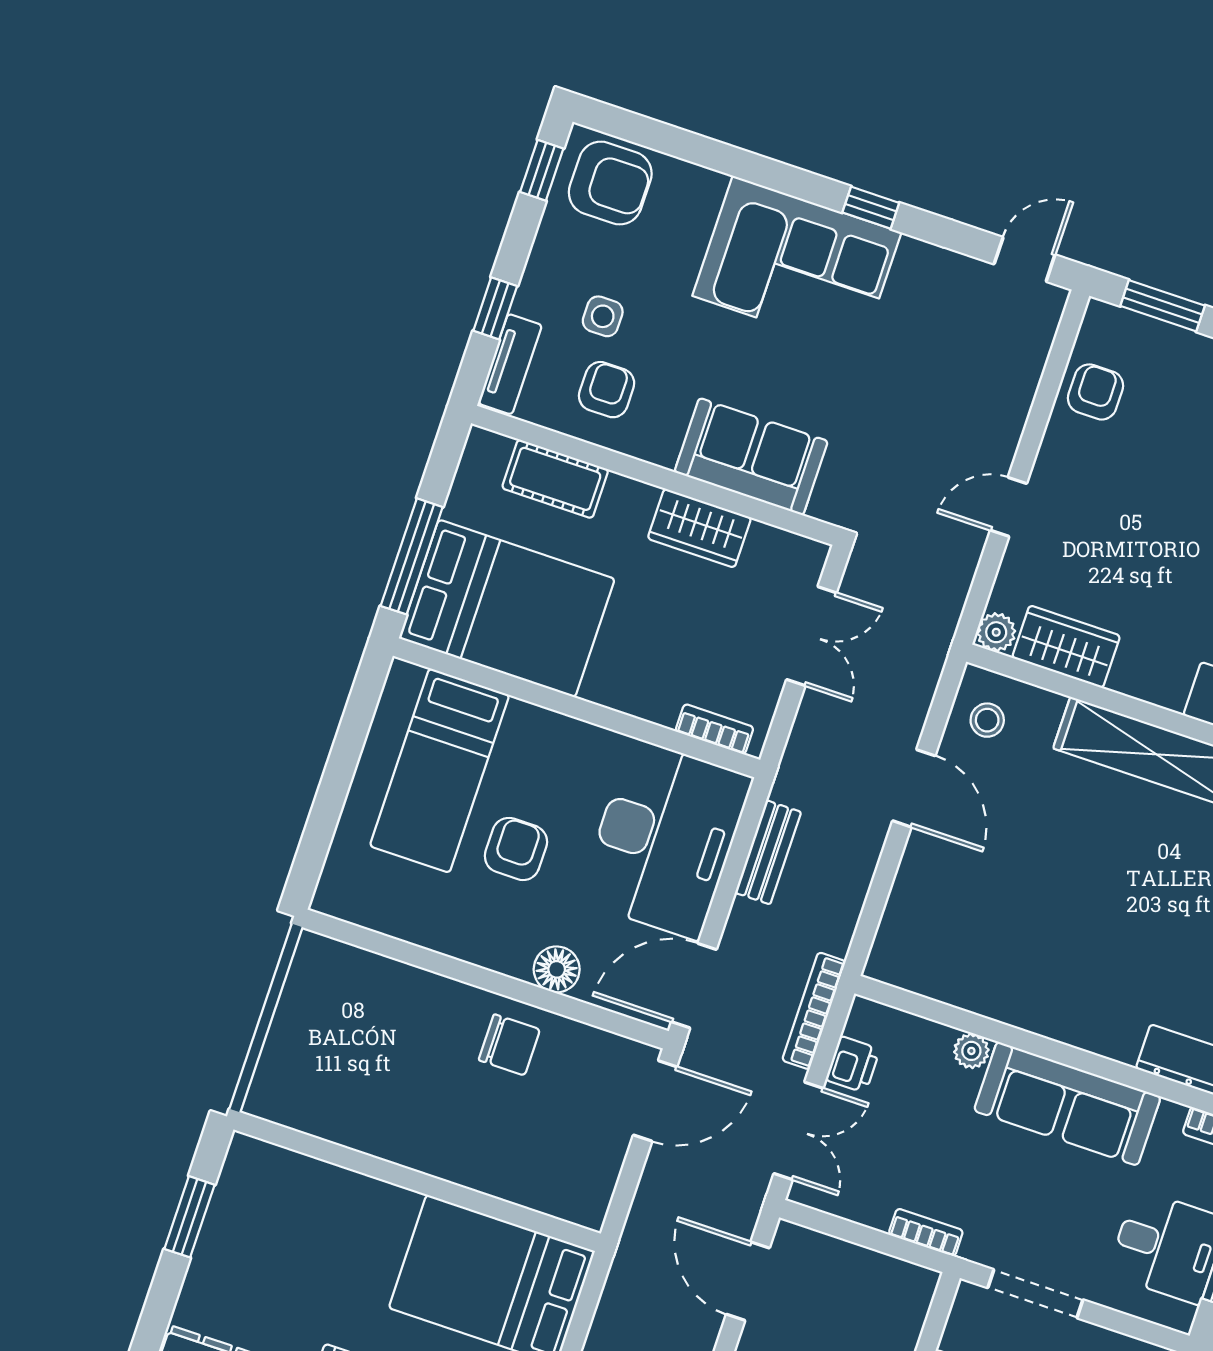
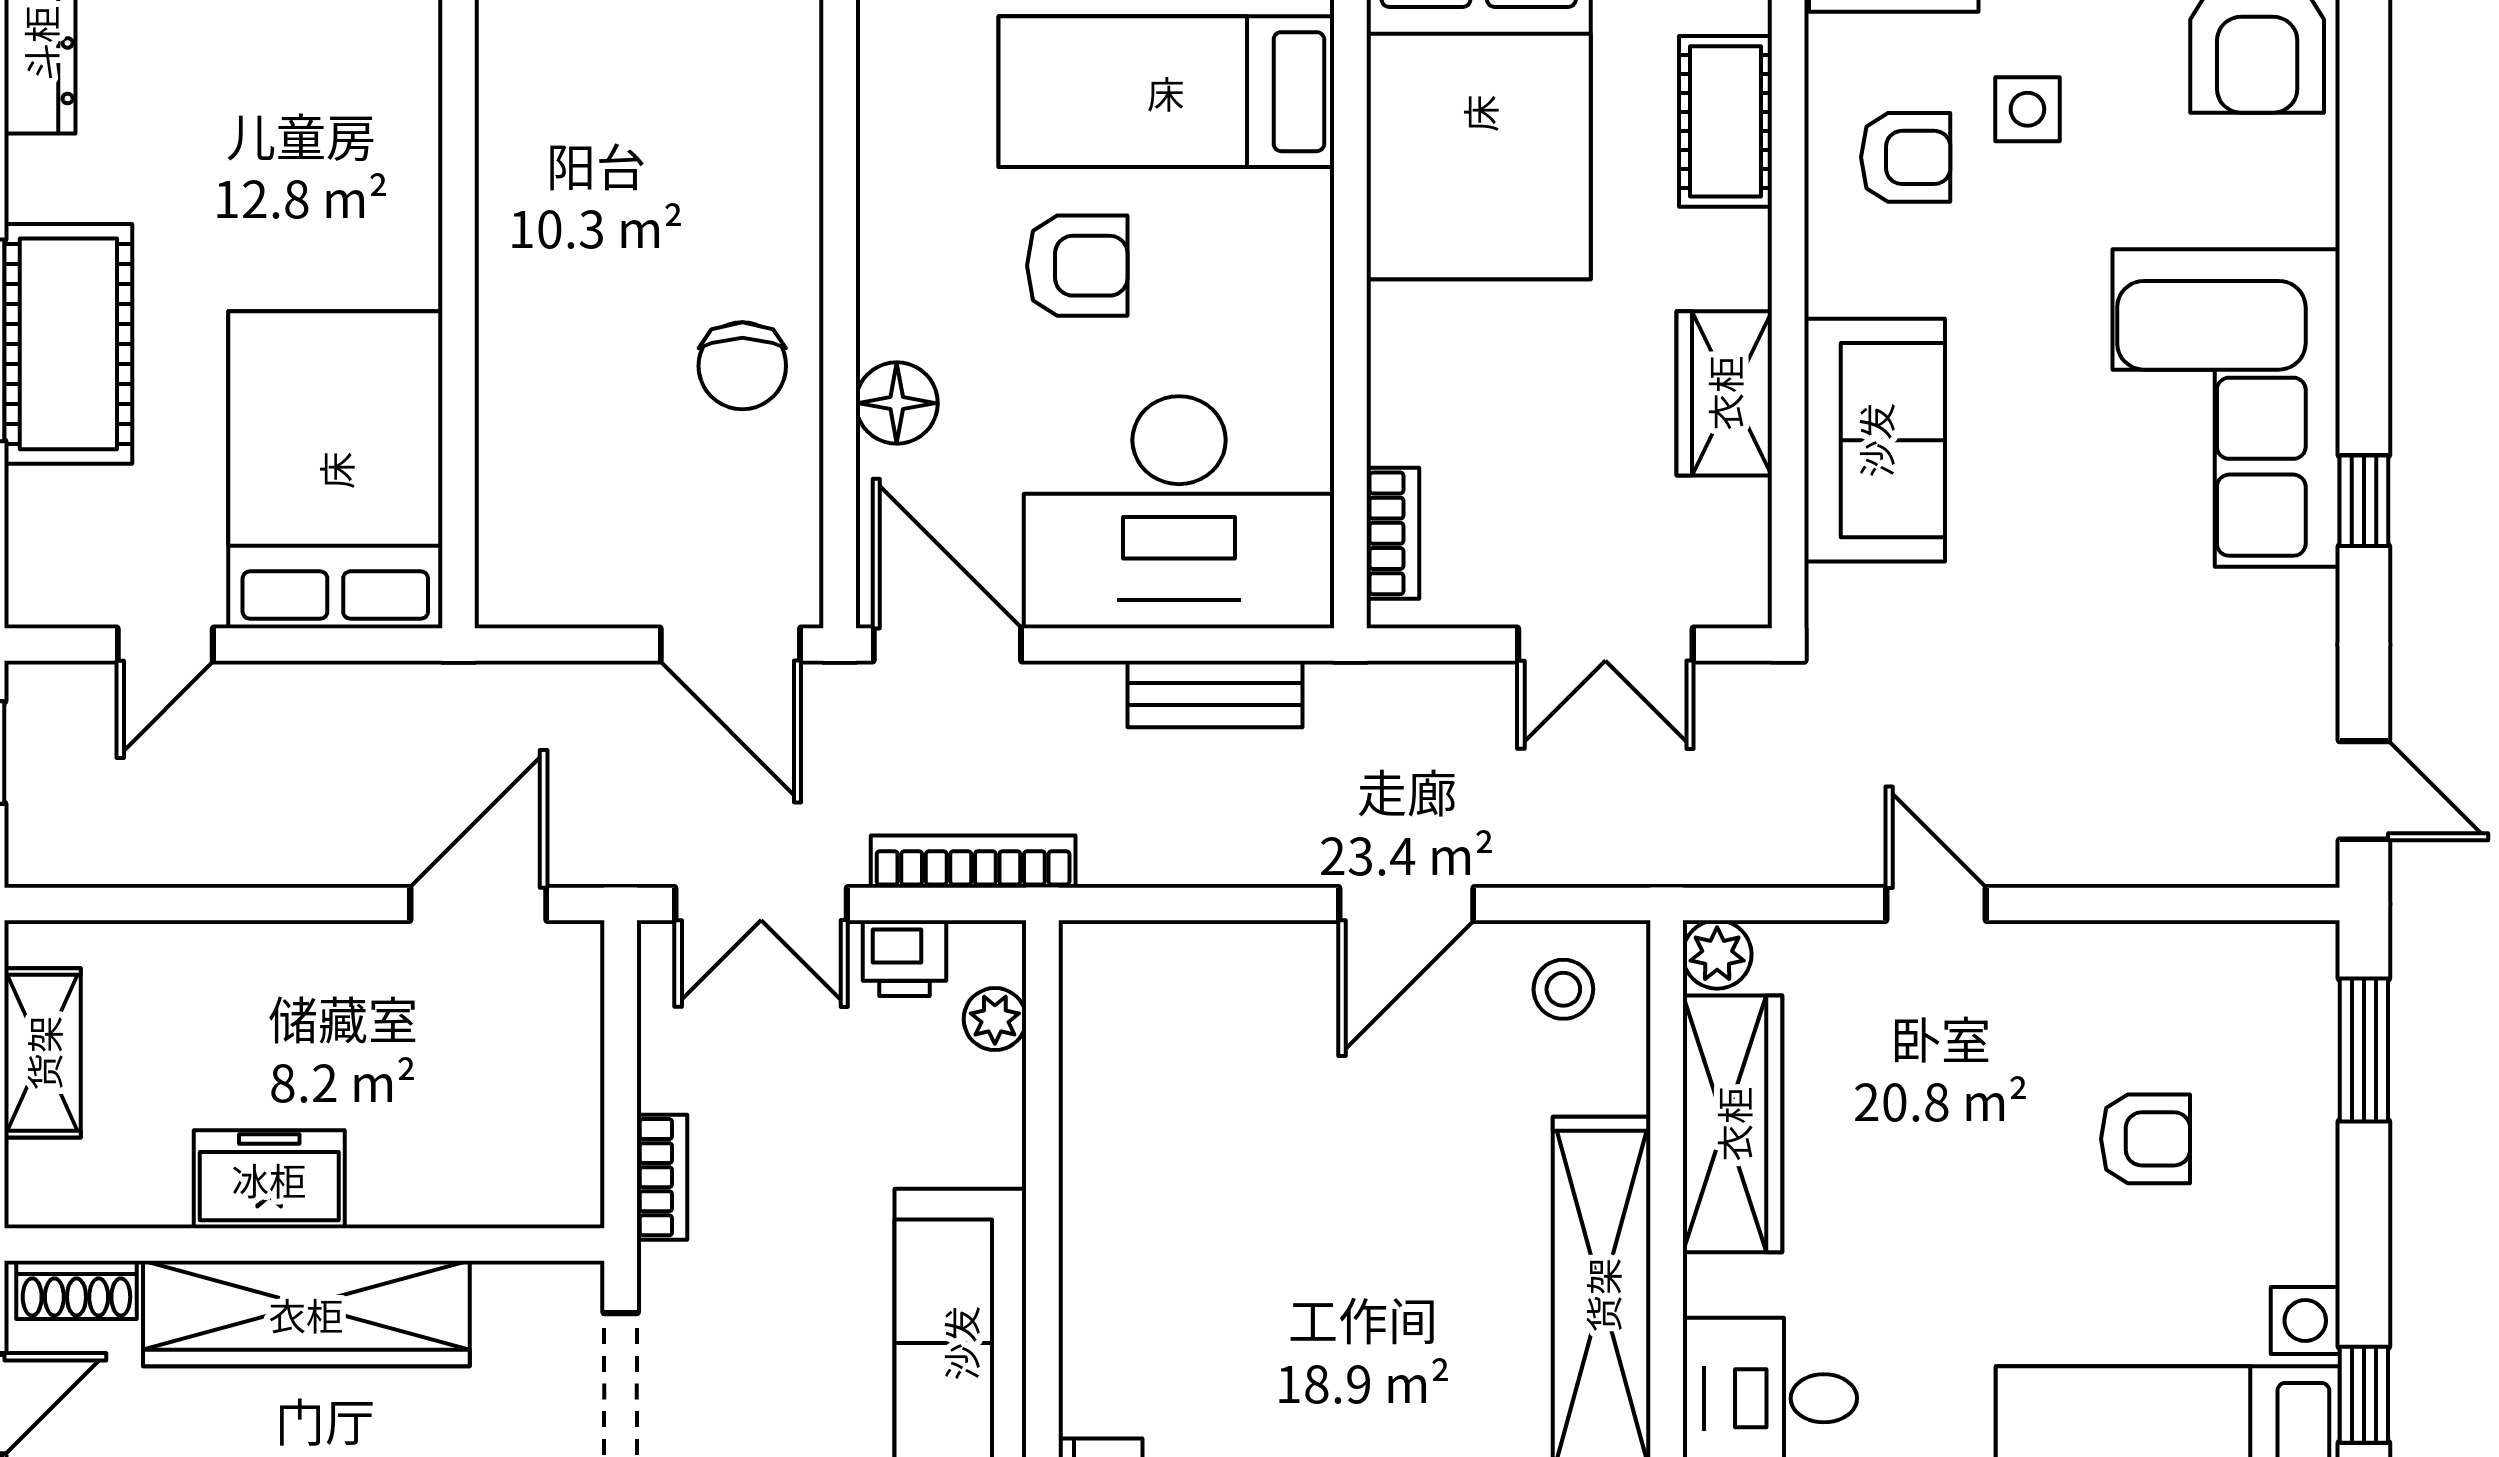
armchair: (1095, 392) -> (2146, 1139), moved
wardrobe: (1066, 647) -> (1733, 1124), width x1.50
plant: (971, 1051) -> (995, 1019), moved

